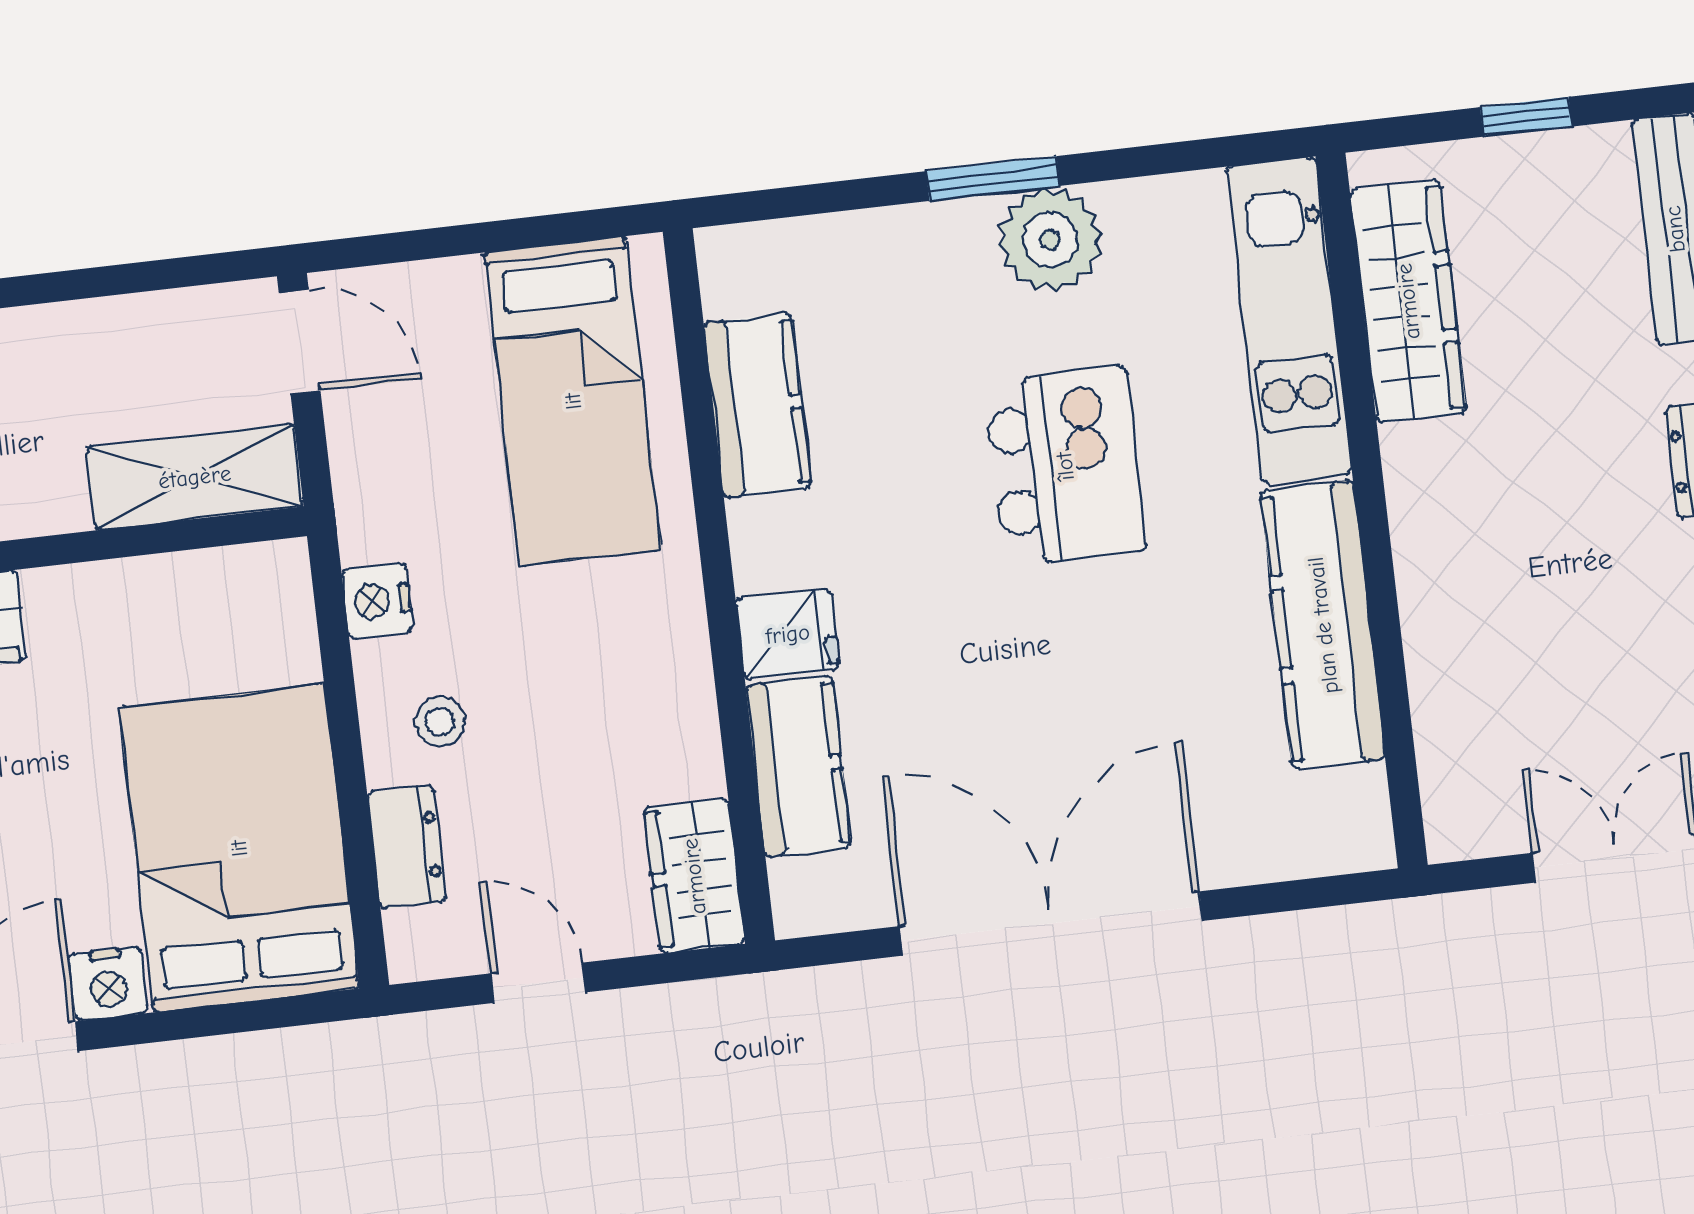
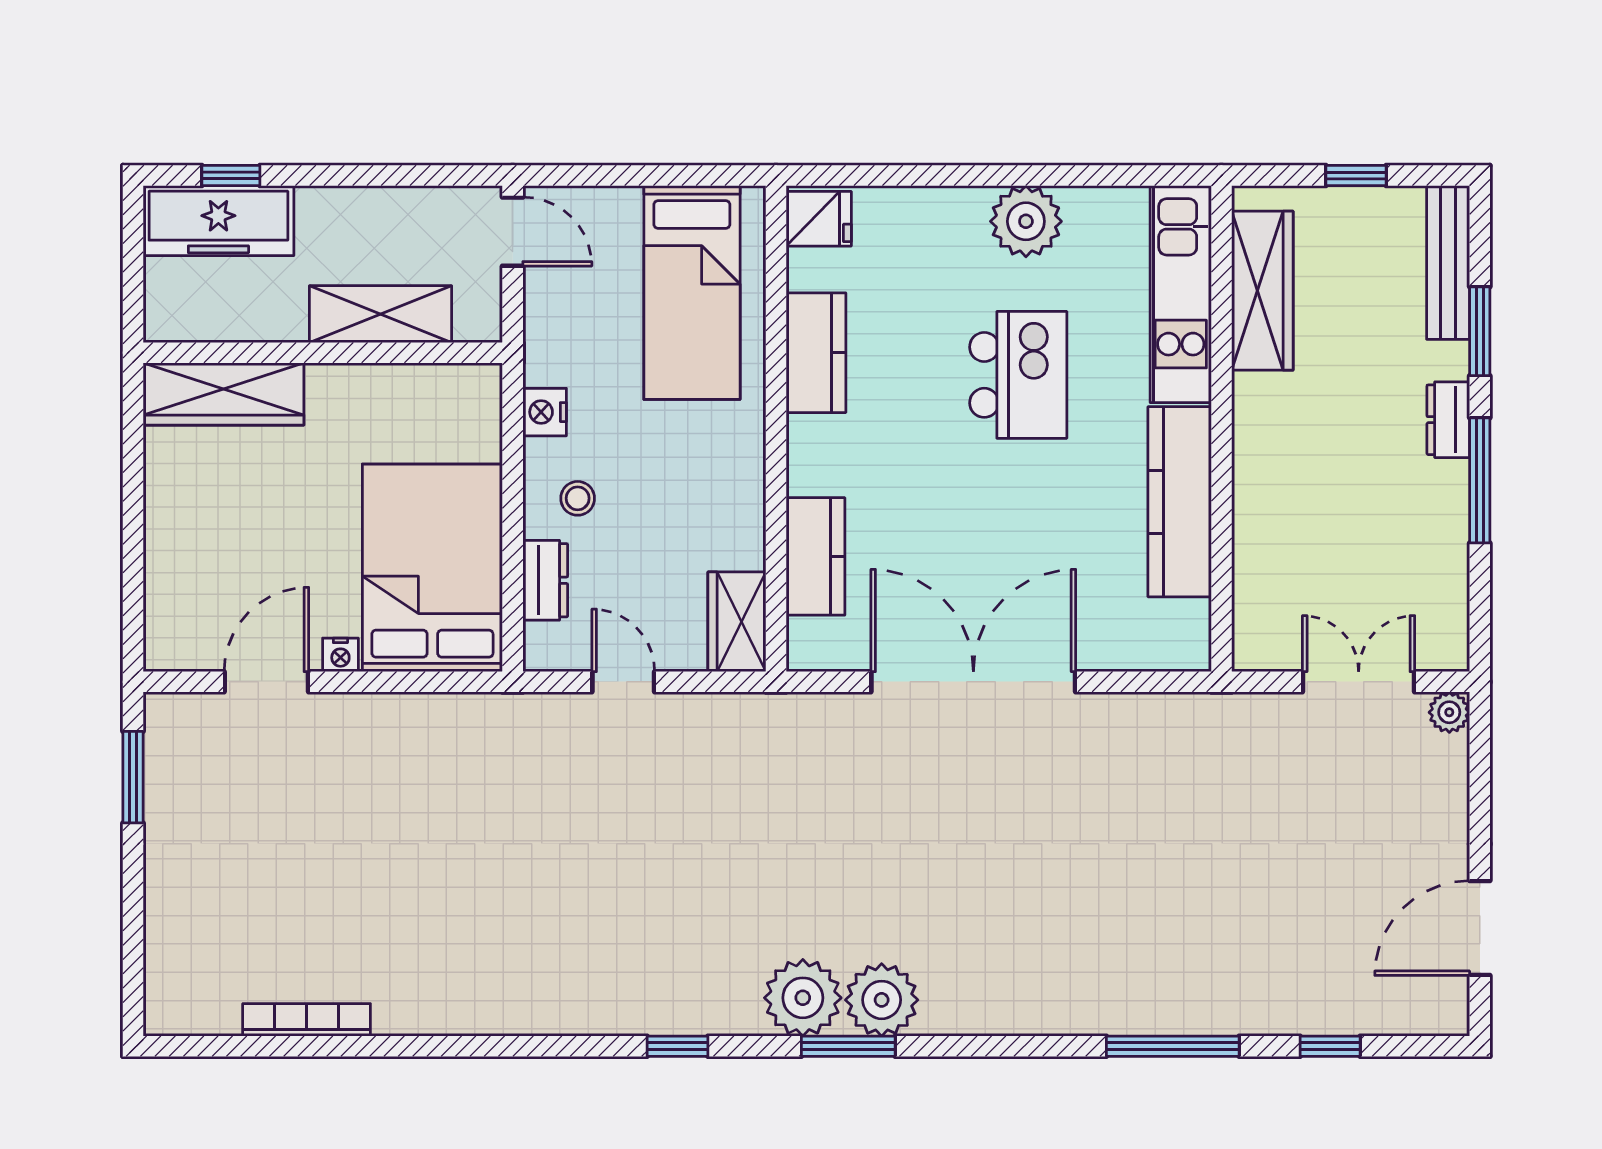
window: (993, 178) -> (992, 176), removed
kitchen counter: (757, 405) -> (816, 353), moved
shelving: (195, 477) -> (381, 314), moved
fridge: (788, 634) -> (819, 219), moved
nightstand: (108, 984) -> (340, 655), width x0.72, depth x0.74

